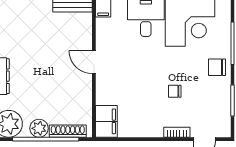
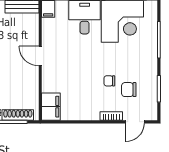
chair: (217, 67) -> (129, 90), moved

